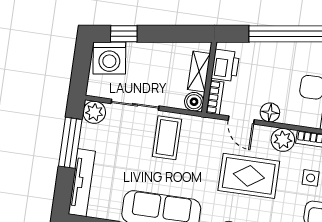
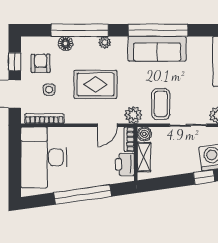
floor lamp: (270, 112) -> (87, 134), removed
door: (241, 120) -> (107, 125), swing flipped
plant: (283, 140) -> (133, 115), moved

